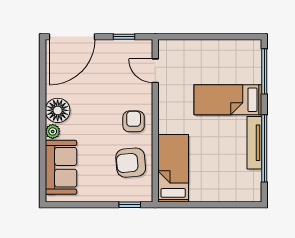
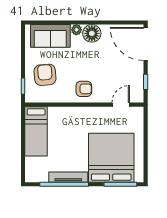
bed: (228, 100) -> (111, 158), width x2.04
armchair: (131, 163) -> (45, 75), moved
bed: (173, 168) -> (36, 131), moved, turned 90

